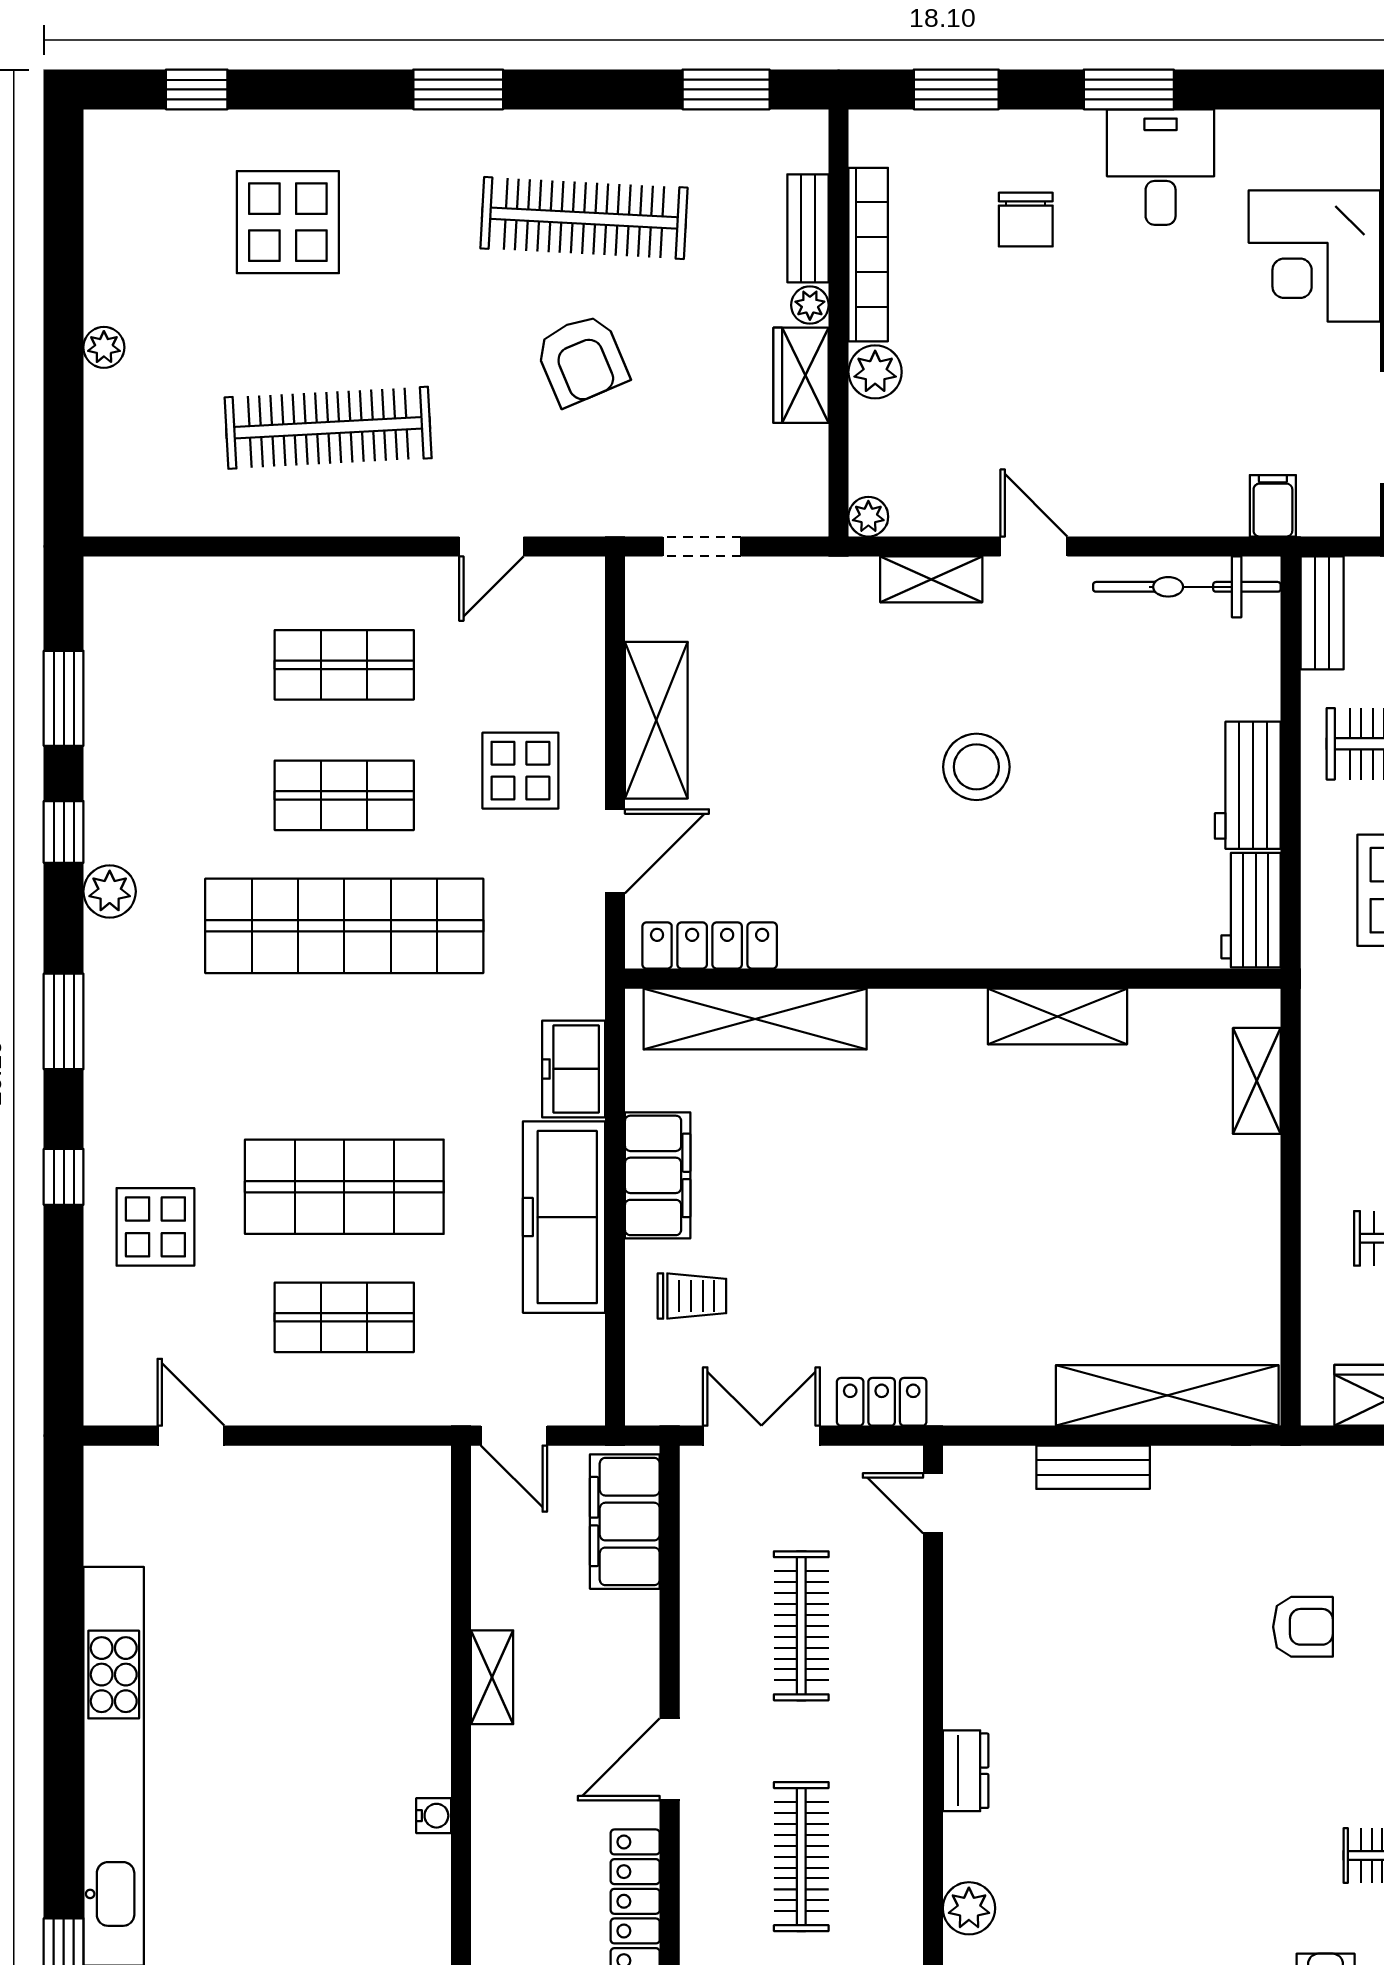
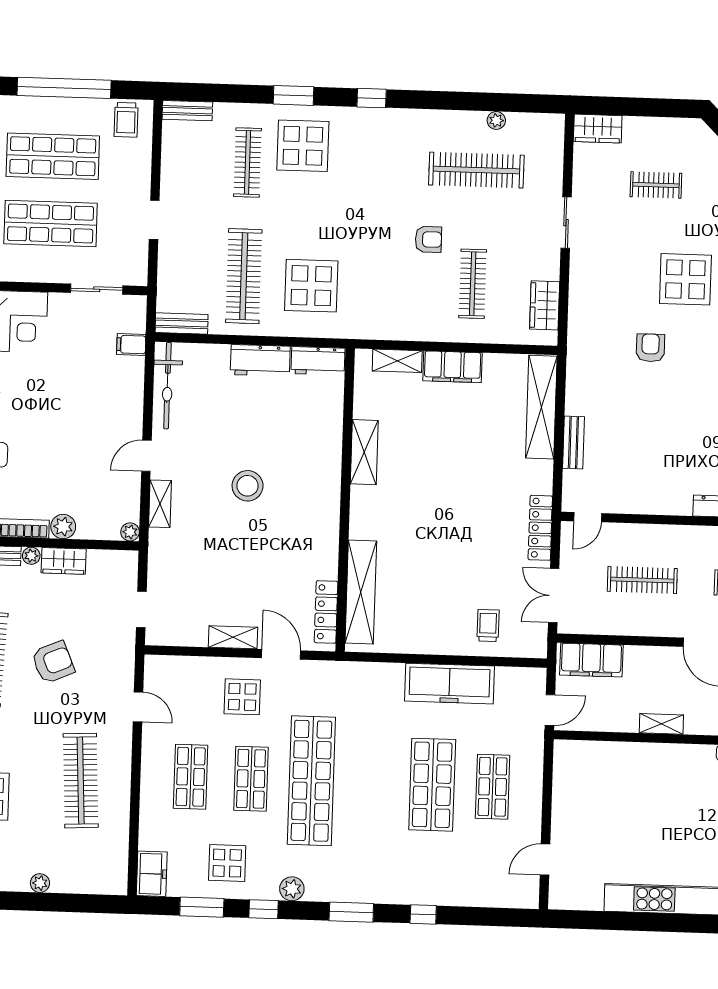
shelving: (656, 720) -> (233, 637), width x0.67, depth x0.75
freezer: (574, 1069) -> (152, 874), moved, turned -90
filing cabinet: (658, 1175) -> (453, 367), moved, turned 180
display table: (155, 1227) -> (227, 863), moved
locker: (882, 1402) -> (540, 528), width x1.53

